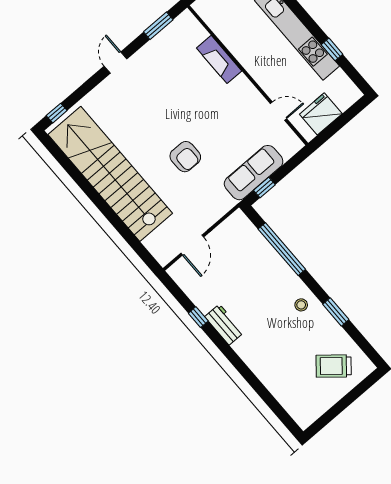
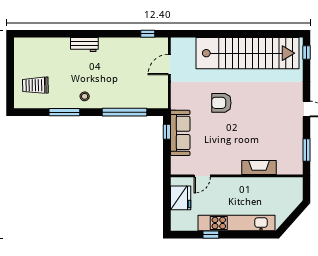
door: (192, 245) -> (169, 65), hinge flipped
window: (336, 312) -> (64, 112), width x1.44
window: (198, 317) -> (148, 34), moved
workbench: (224, 325) -> (84, 45), moved
trolley: (334, 366) -> (35, 85), turned -131

